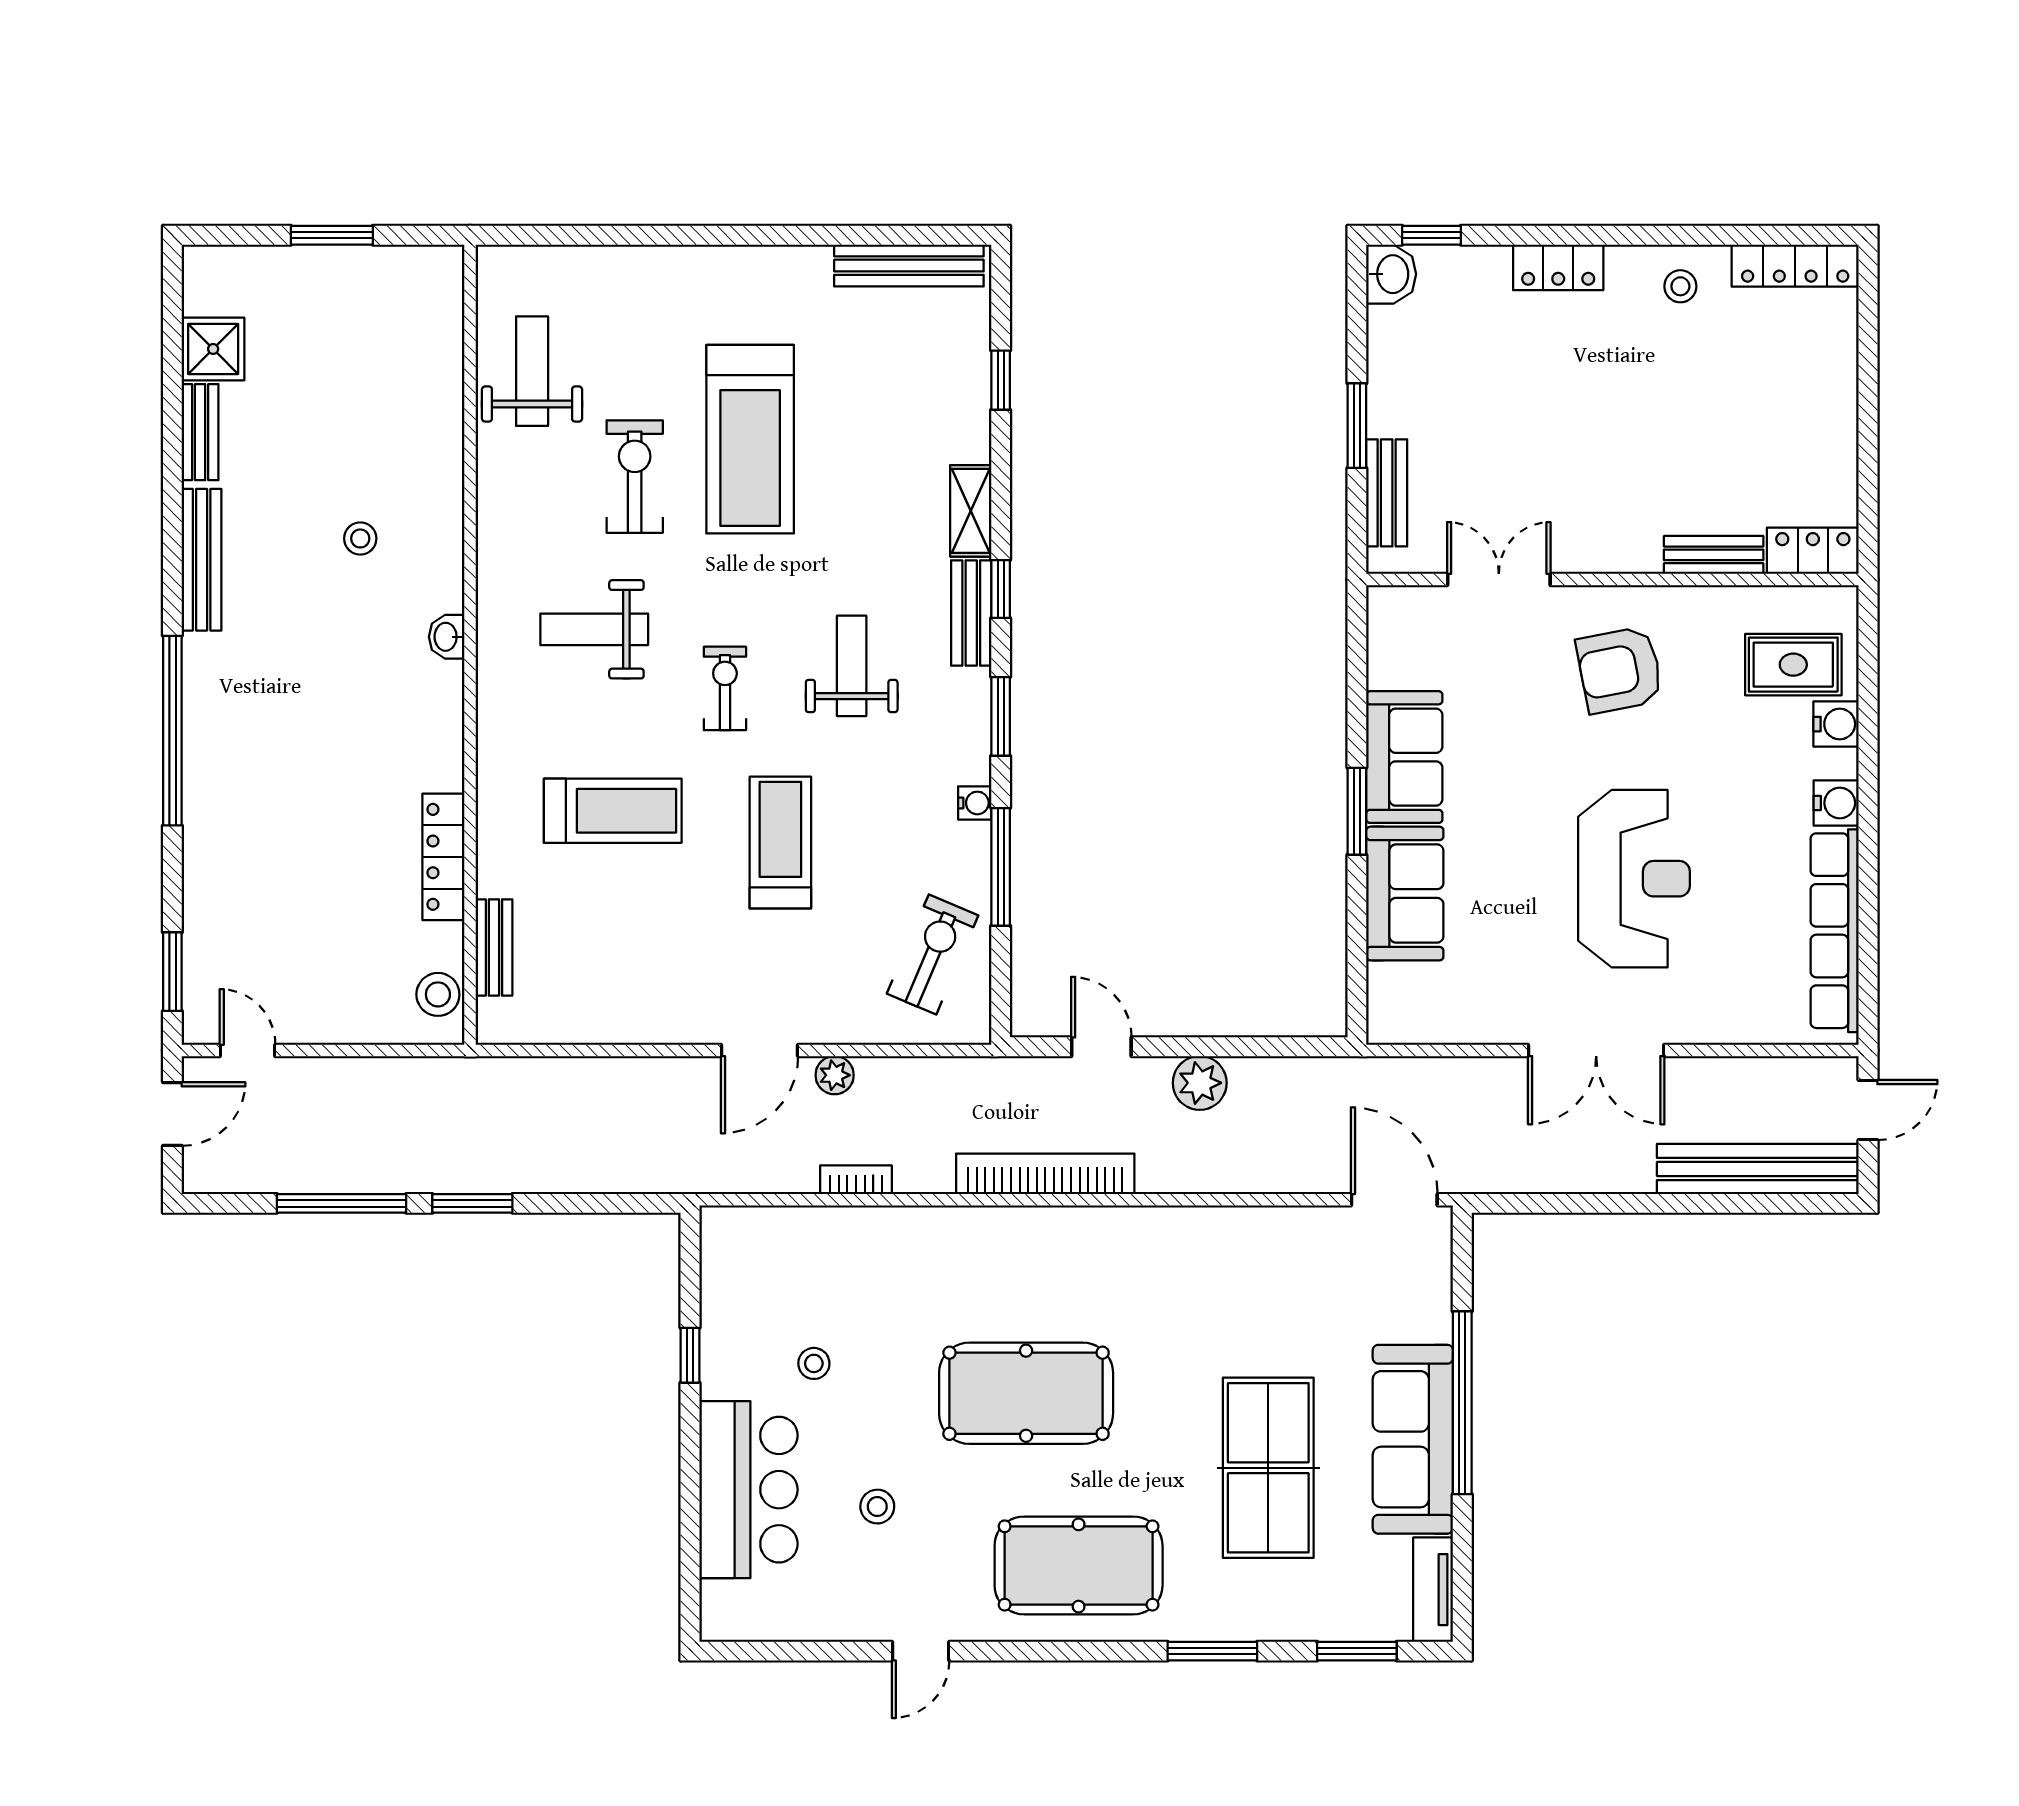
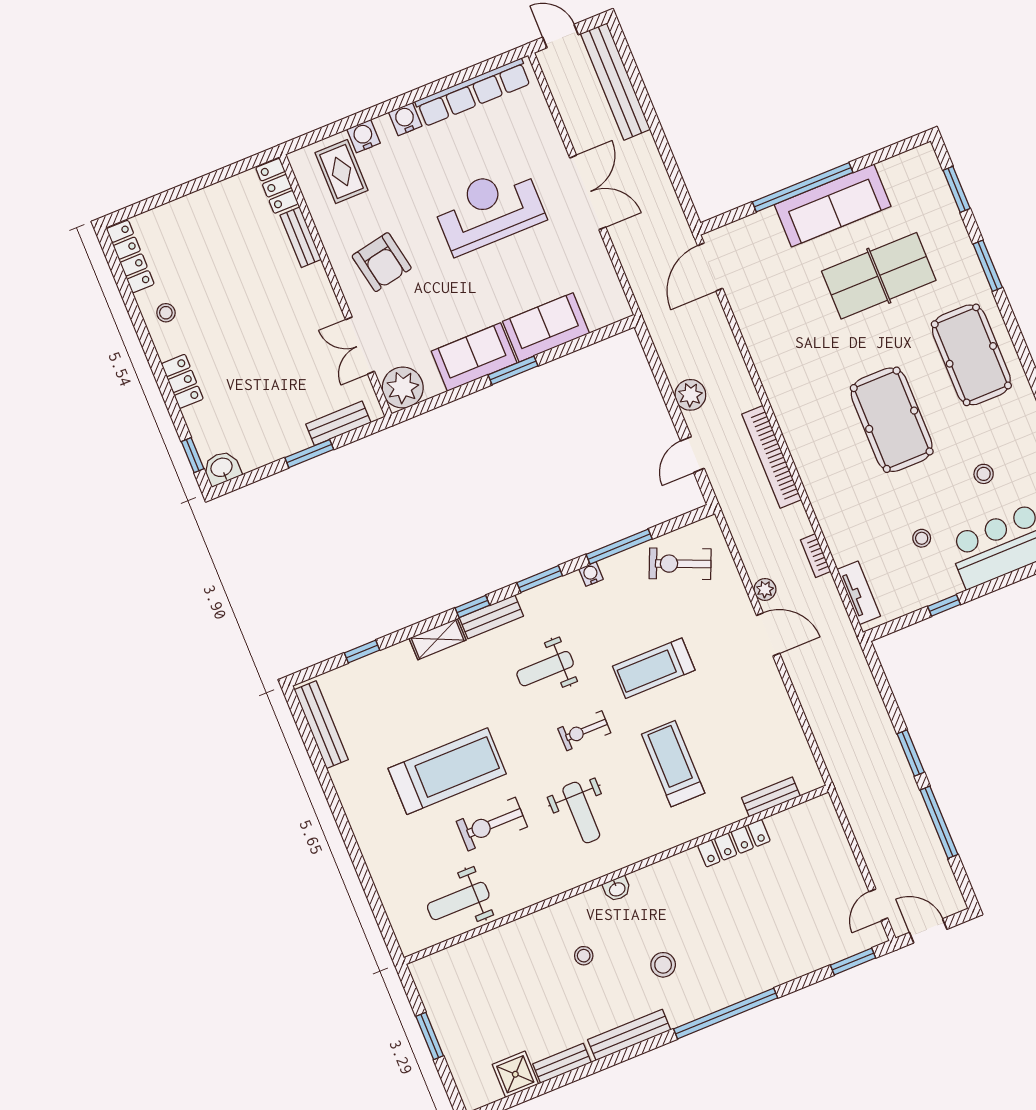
plant: (1402, 621) -> (403, 388), added
stool: (438, 994) -> (663, 965), moved
tv unit: (1433, 1590) -> (859, 593), moved, turned -90

